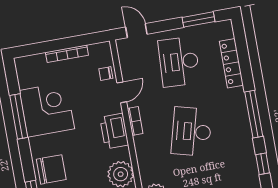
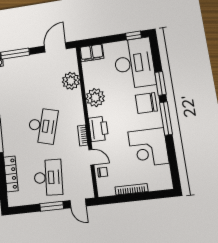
window: (198, 19) -> (52, 206), moved
door: (122, 92) -> (91, 157), swing flipped
window: (19, 116) -> (166, 118), moved

